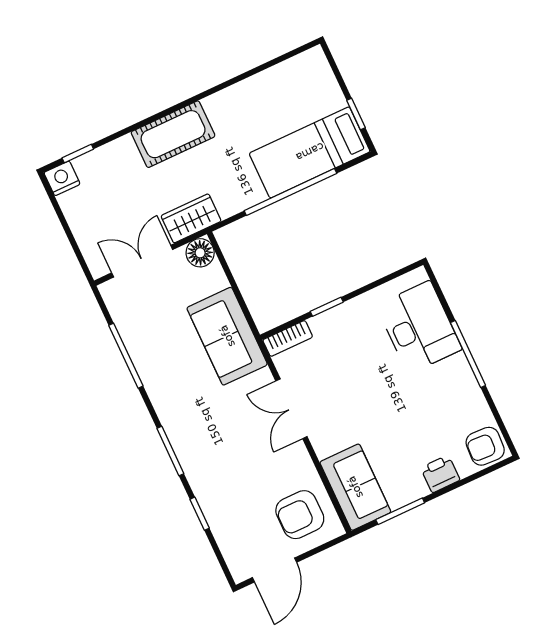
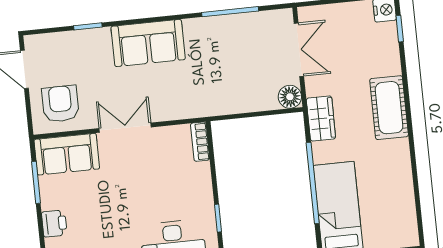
wardrobe: (191, 218) -> (321, 118), moved
window: (327, 307) -> (218, 218), moved
sofa: (227, 336) -> (148, 43), moved, turned 180
double door: (291, 409) -> (125, 128), moved
window: (170, 451) -> (144, 21), removed

